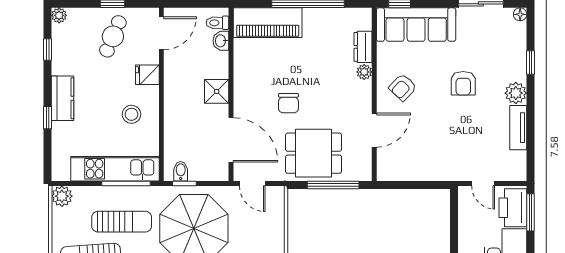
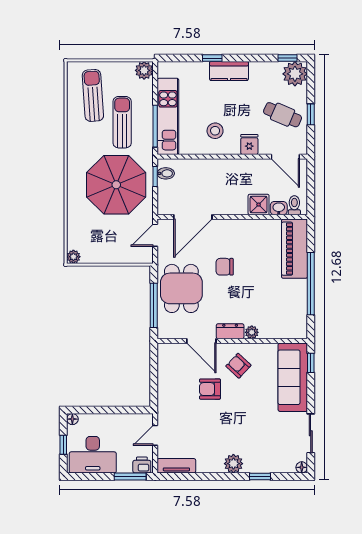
plant: (59, 15) -> (295, 74), width x1.88, depth x1.88
dresser: (363, 47) -> (230, 331), moved
window: (48, 50) -> (288, 58), moved
armchair: (463, 83) -> (210, 389), moved
shower: (217, 91) -> (259, 205), moved
tv unit: (518, 128) -> (176, 466), moved
printer: (513, 208) -> (142, 465), width x0.53, depth x0.68
sun lounger: (122, 222) -> (122, 122), turned 180

